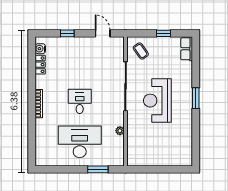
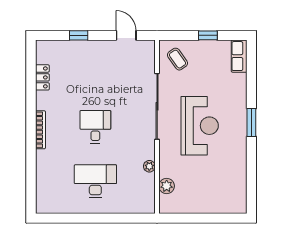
water cooler: (40, 49) -> (42, 56), removed
reception desk: (157, 101) -> (200, 126), turned 180
desk: (80, 142) -> (95, 181), width x0.73, depth x0.77
plant: (133, 145) -> (167, 186), added
window: (98, 169) -> (120, 218), removed

